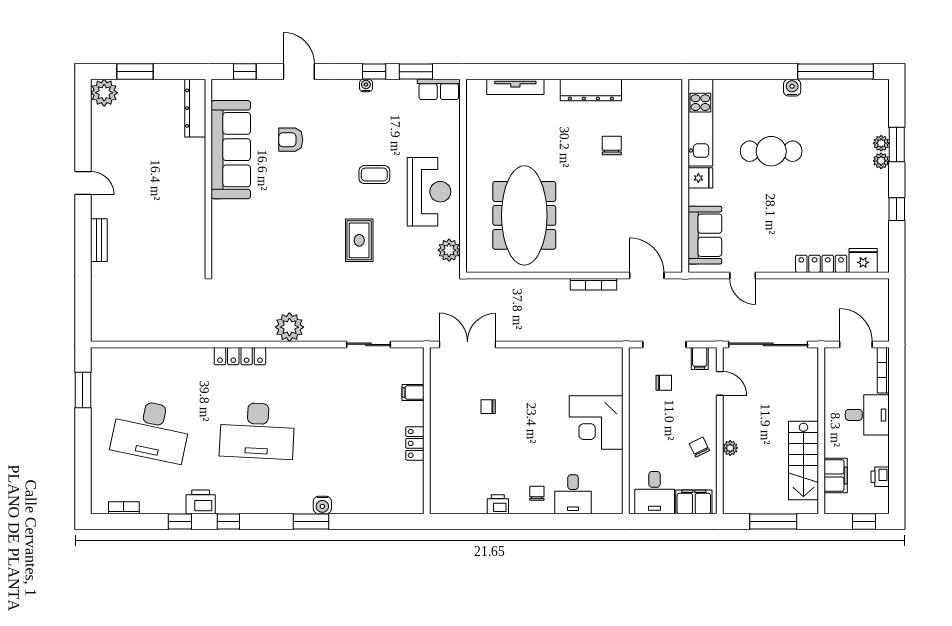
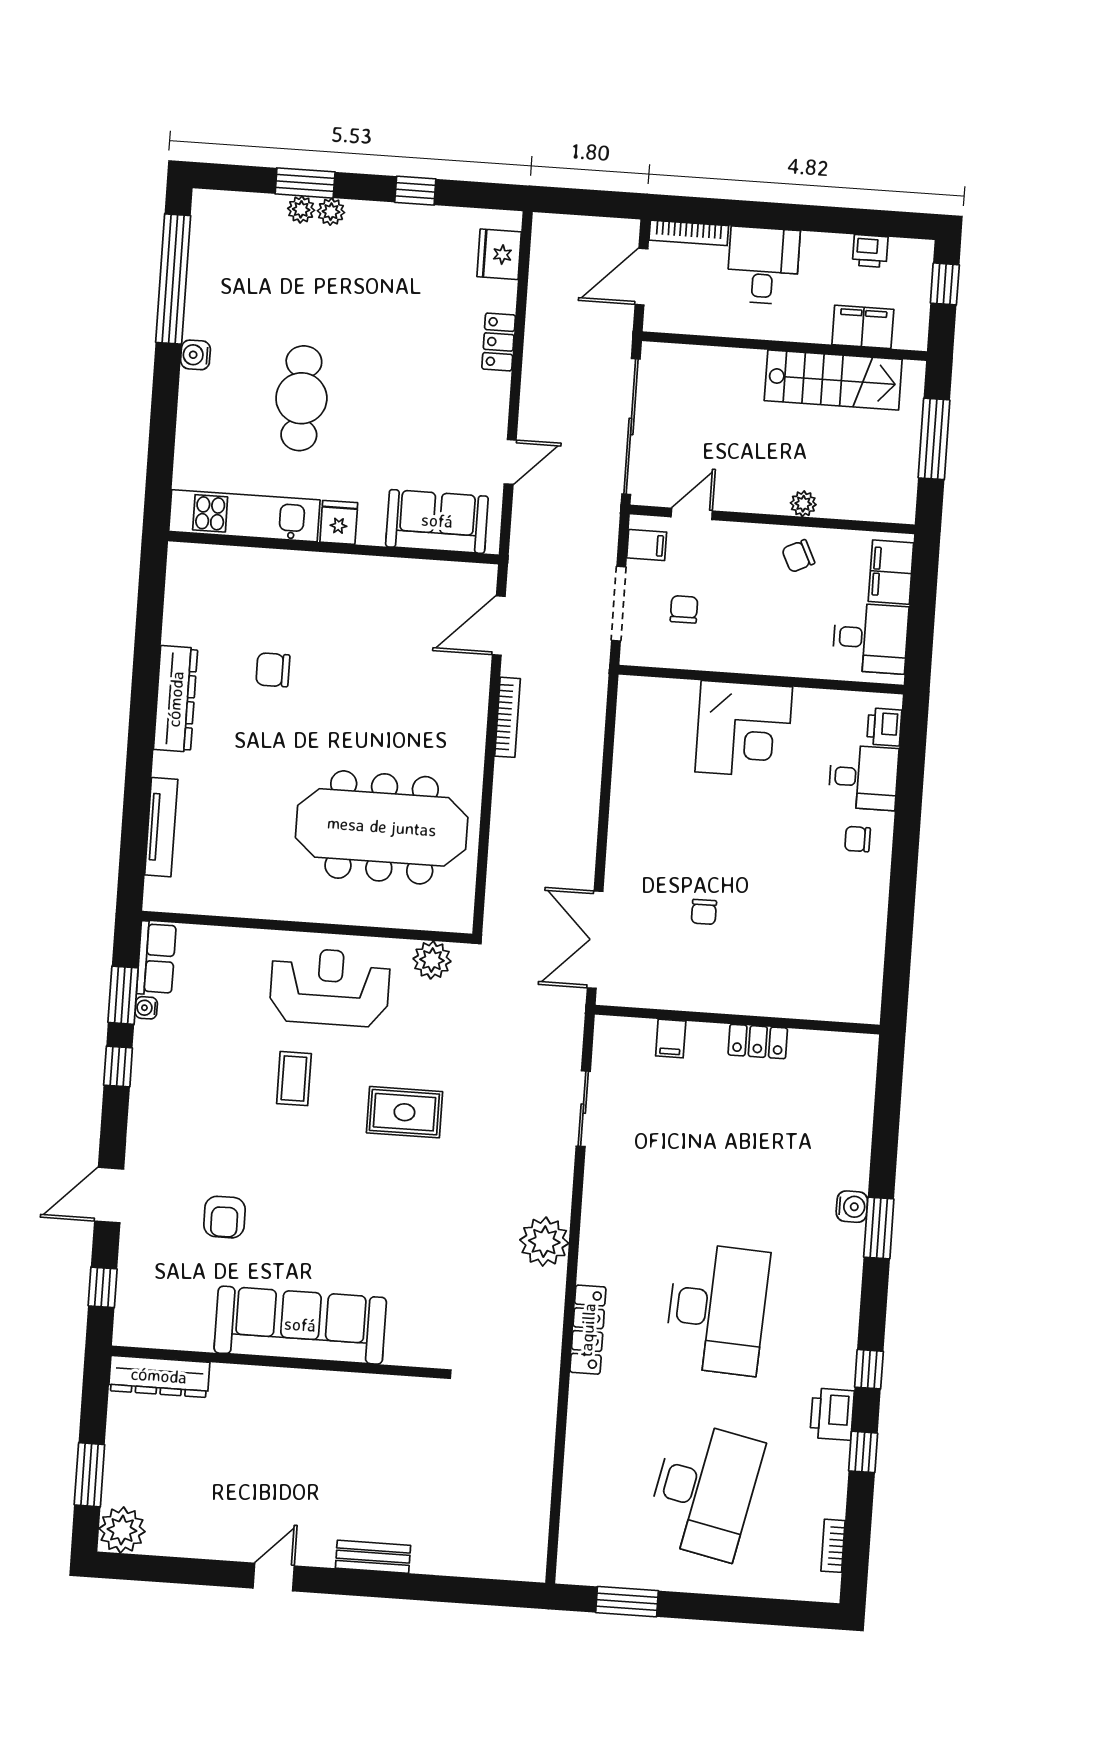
water cooler: (366, 86) -> (146, 1008), moved
sofa: (231, 150) -> (300, 1325), moved
locker: (821, 264) -> (499, 342), width x0.66
printer: (498, 504) -> (884, 727), moved

